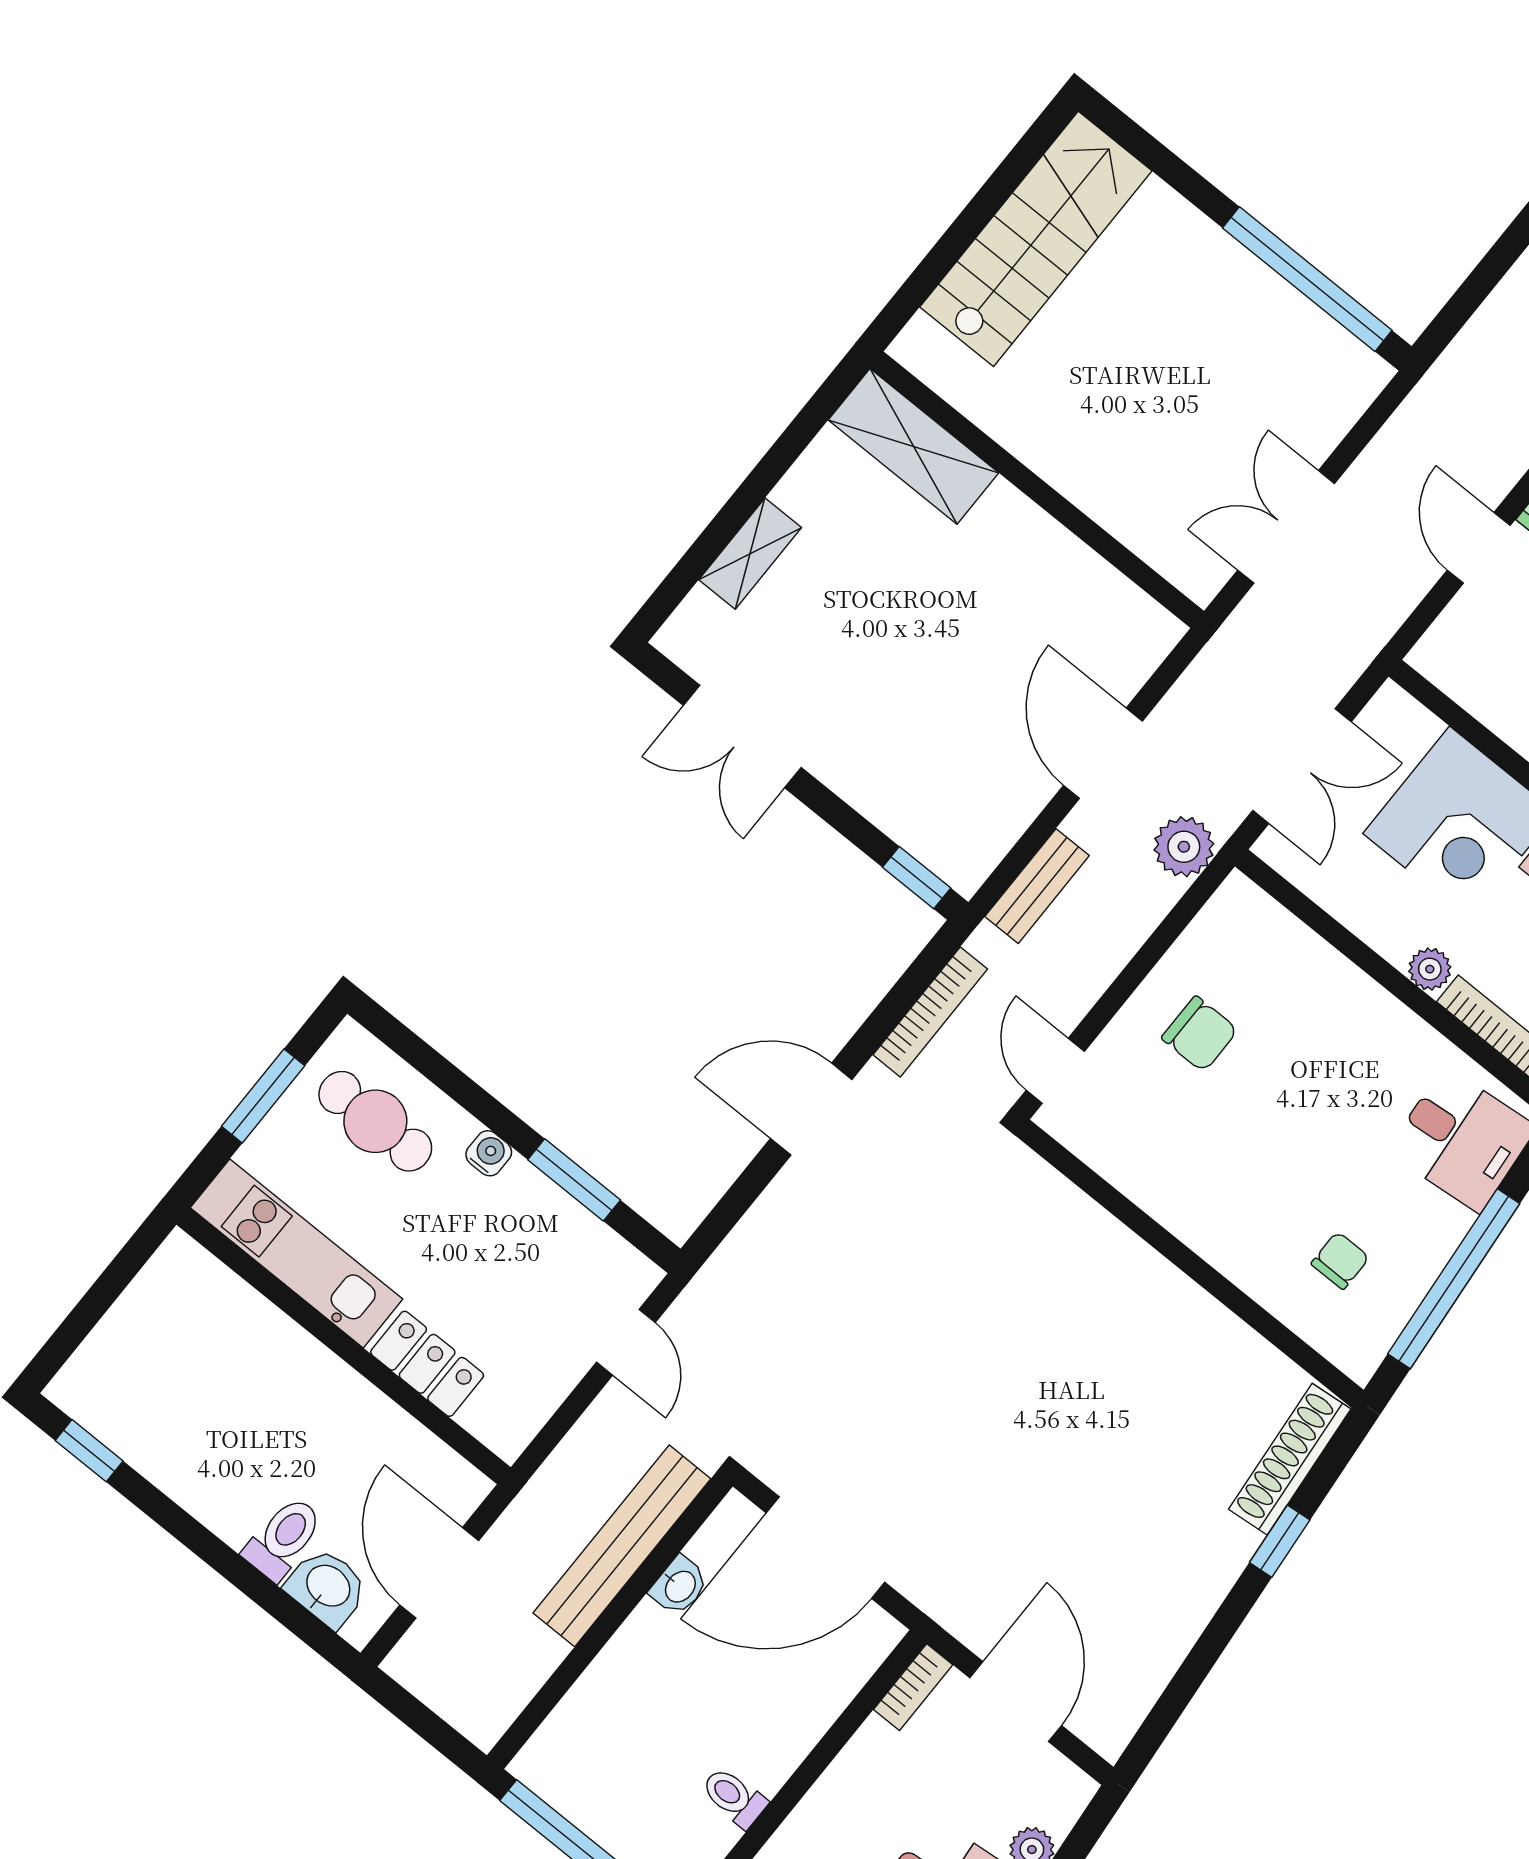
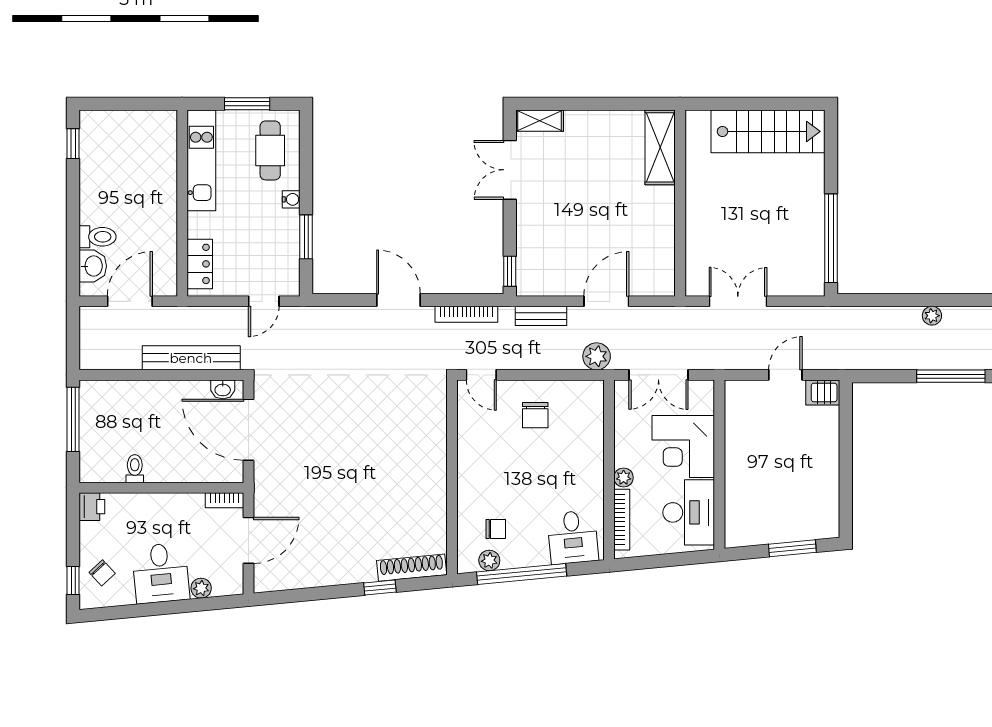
shelving: (750, 554) -> (540, 121), moved
door: (1055, 1071) -> (481, 375), swing flipped
plant: (1386, 1315) -> (489, 560), added
locker: (427, 1364) -> (200, 264), moved
washbasin: (679, 1586) -> (223, 389), moved

